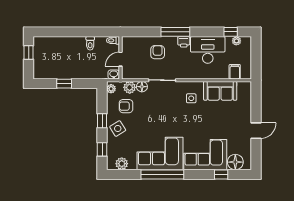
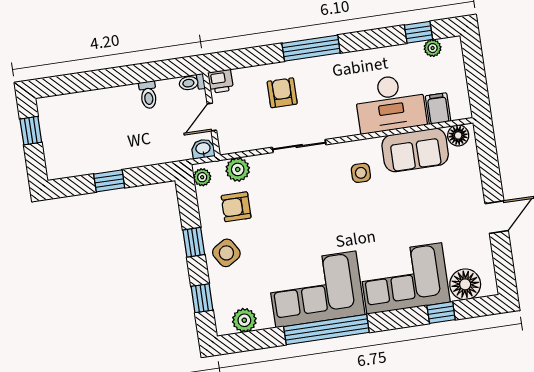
printer: (184, 42) -> (221, 81), moved
desk: (208, 50) -> (390, 103), moved, turned 180
floor lamp: (142, 87) -> (458, 135), moved

